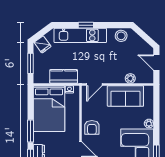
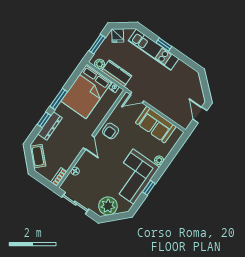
stool: (121, 36) -> (186, 73), removed
plant: (130, 78) -> (100, 64), moved

